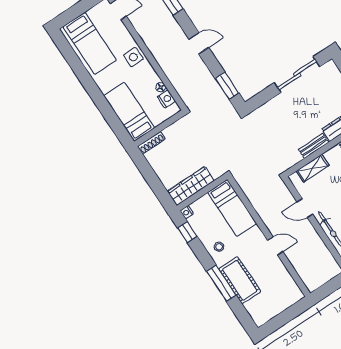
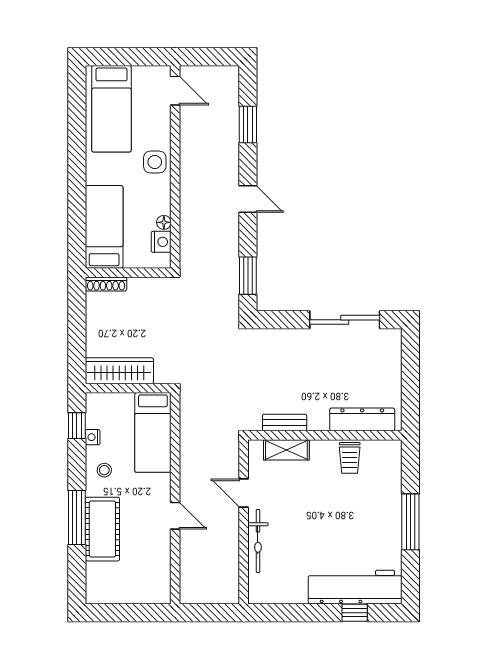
bench: (314, 146) -> (285, 423), moved
nightstand: (187, 212) -> (93, 437), moved

